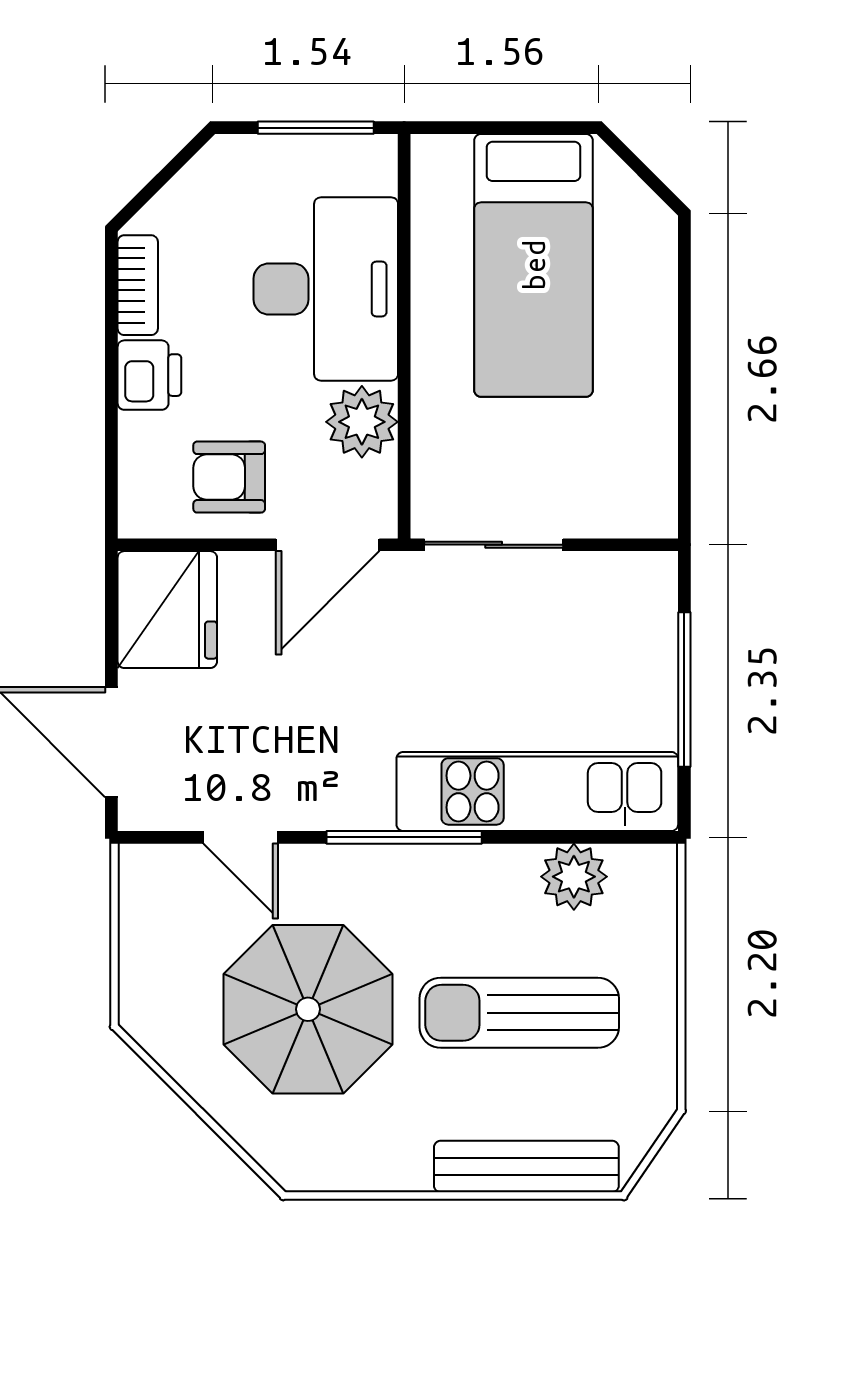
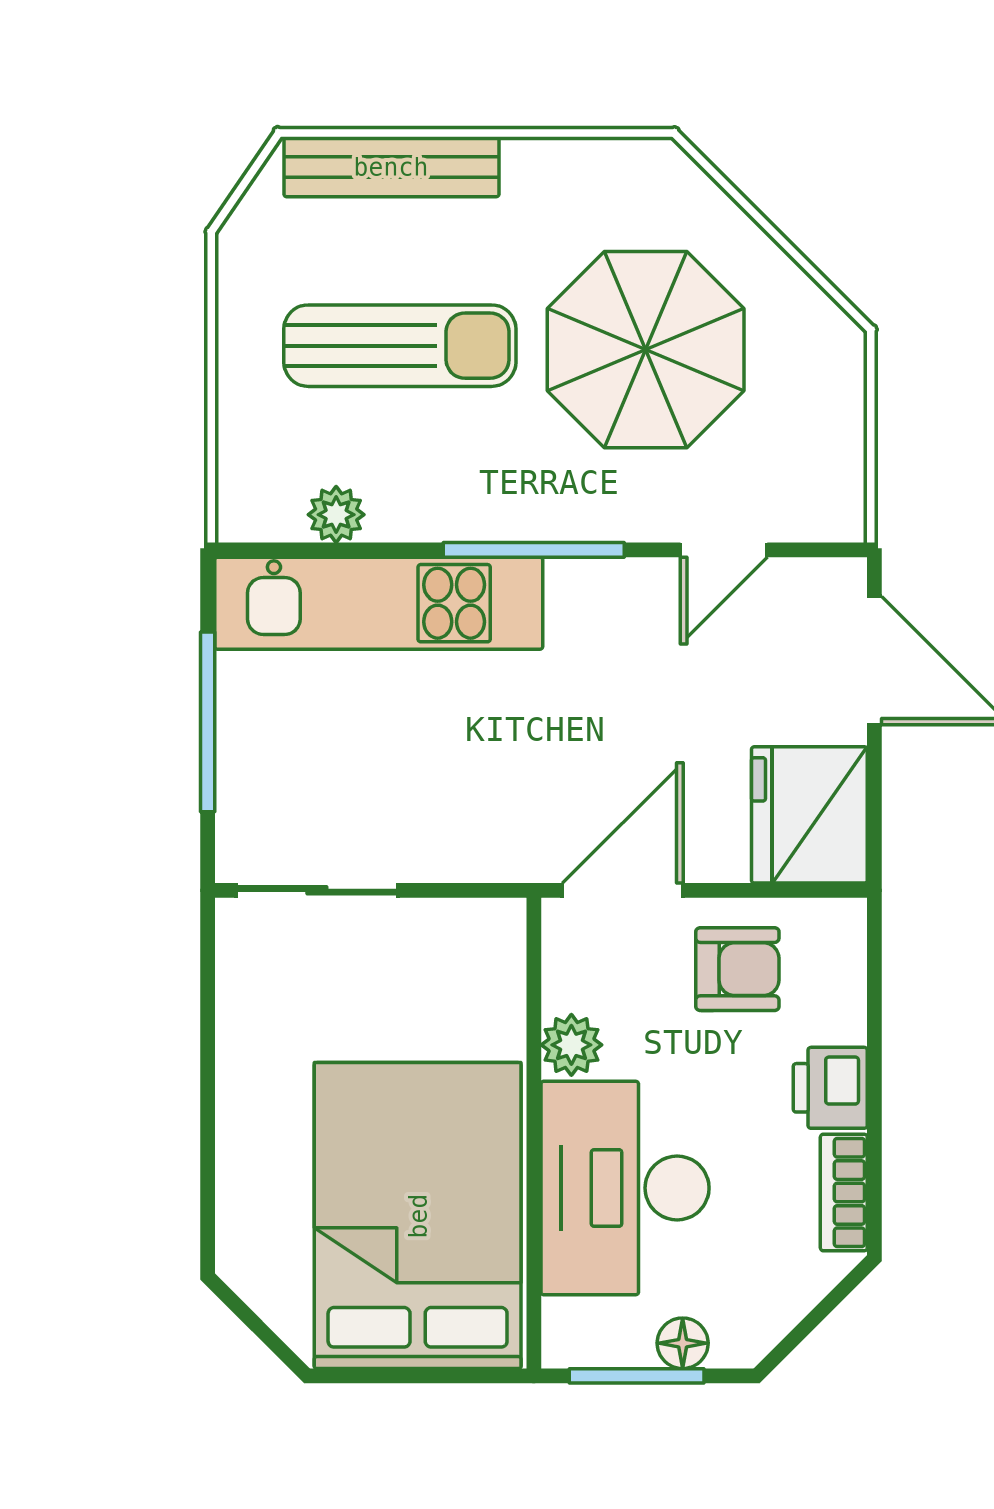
floor lamp: (276, 156) -> (683, 1343), added
bed: (534, 265) -> (418, 1216), width x1.50
plant: (362, 422) -> (571, 1045), width x0.73, depth x0.73
sliding door: (494, 545) -> (317, 890), moved
door: (241, 837) -> (724, 550), swing flipped
plant: (574, 877) -> (336, 515), width x0.73, depth x0.73

